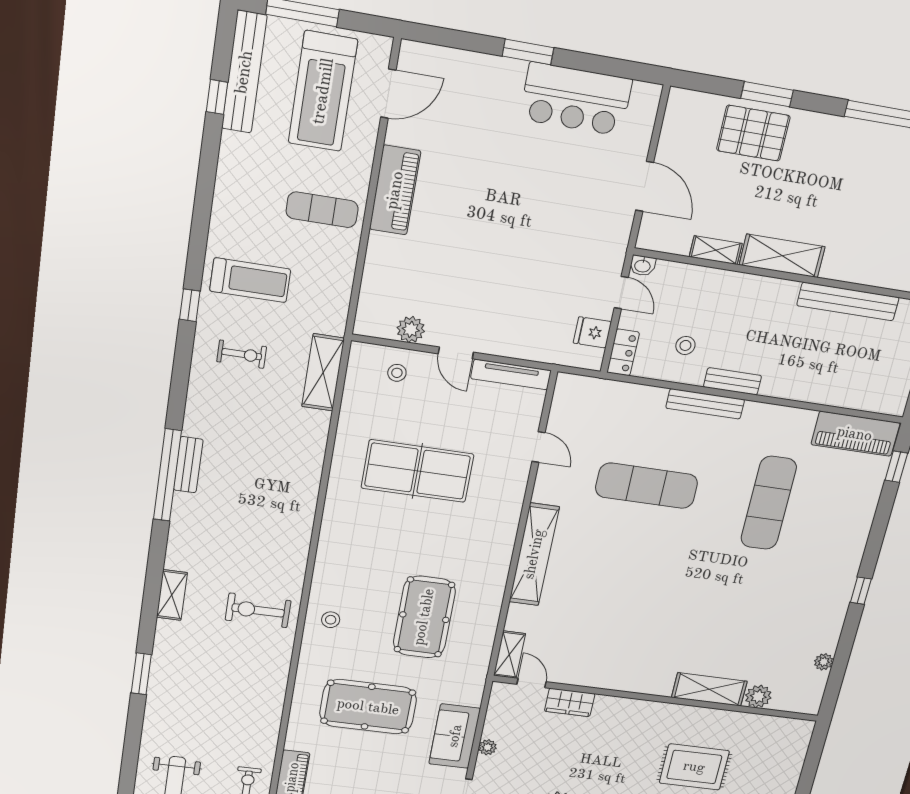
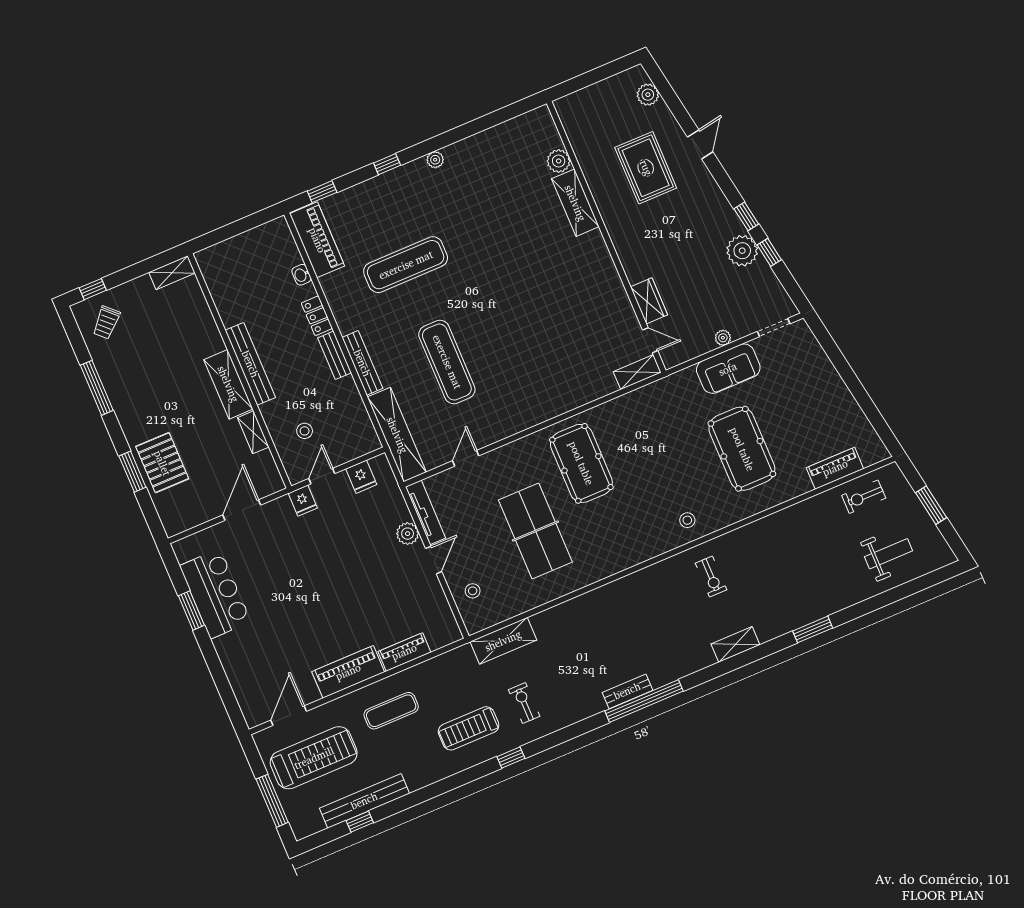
window: (528, 52) -> (191, 611), moved
bench: (244, 72) -> (364, 801), moved
door: (388, 94) -> (289, 716), hinge flipped
exercise mat: (322, 210) -> (391, 711), turned 90
fridge: (610, 257) -> (303, 501), added
piano: (378, 263) -> (404, 652), added
washbasin: (643, 266) -> (301, 275), moved, turned 180
treadmill: (250, 280) -> (469, 728), turned -90
bench: (848, 301) -> (250, 364), moved
plant: (411, 329) -> (408, 534), moved
stool: (685, 345) -> (305, 431), moved
locker: (623, 352) -> (317, 316), moved, turned -90
shelving: (534, 554) -> (397, 435), moved, turned 90
window: (861, 591) -> (387, 164), moved
exercise bike: (258, 610) -> (711, 576), width x0.73, depth x0.72
pool table: (424, 617) -> (581, 463), moved, turned 90
plant: (824, 662) -> (435, 160), moved
door: (532, 683) -> (650, 340), swing flipped

